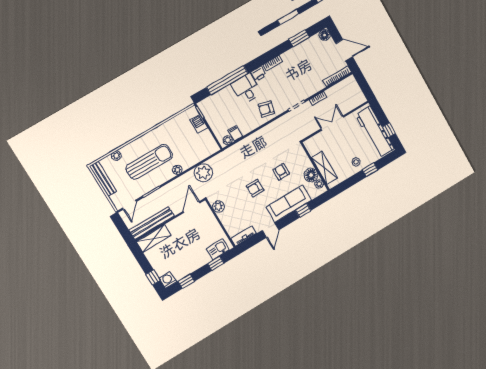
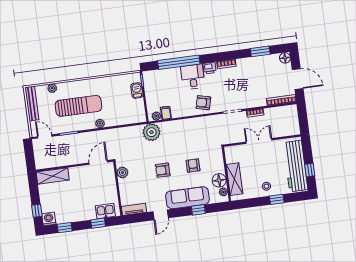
plant: (203, 173) -> (151, 132), moved
door: (130, 205) -> (45, 136), swing flipped
bench: (152, 223) -> (57, 161), removed

